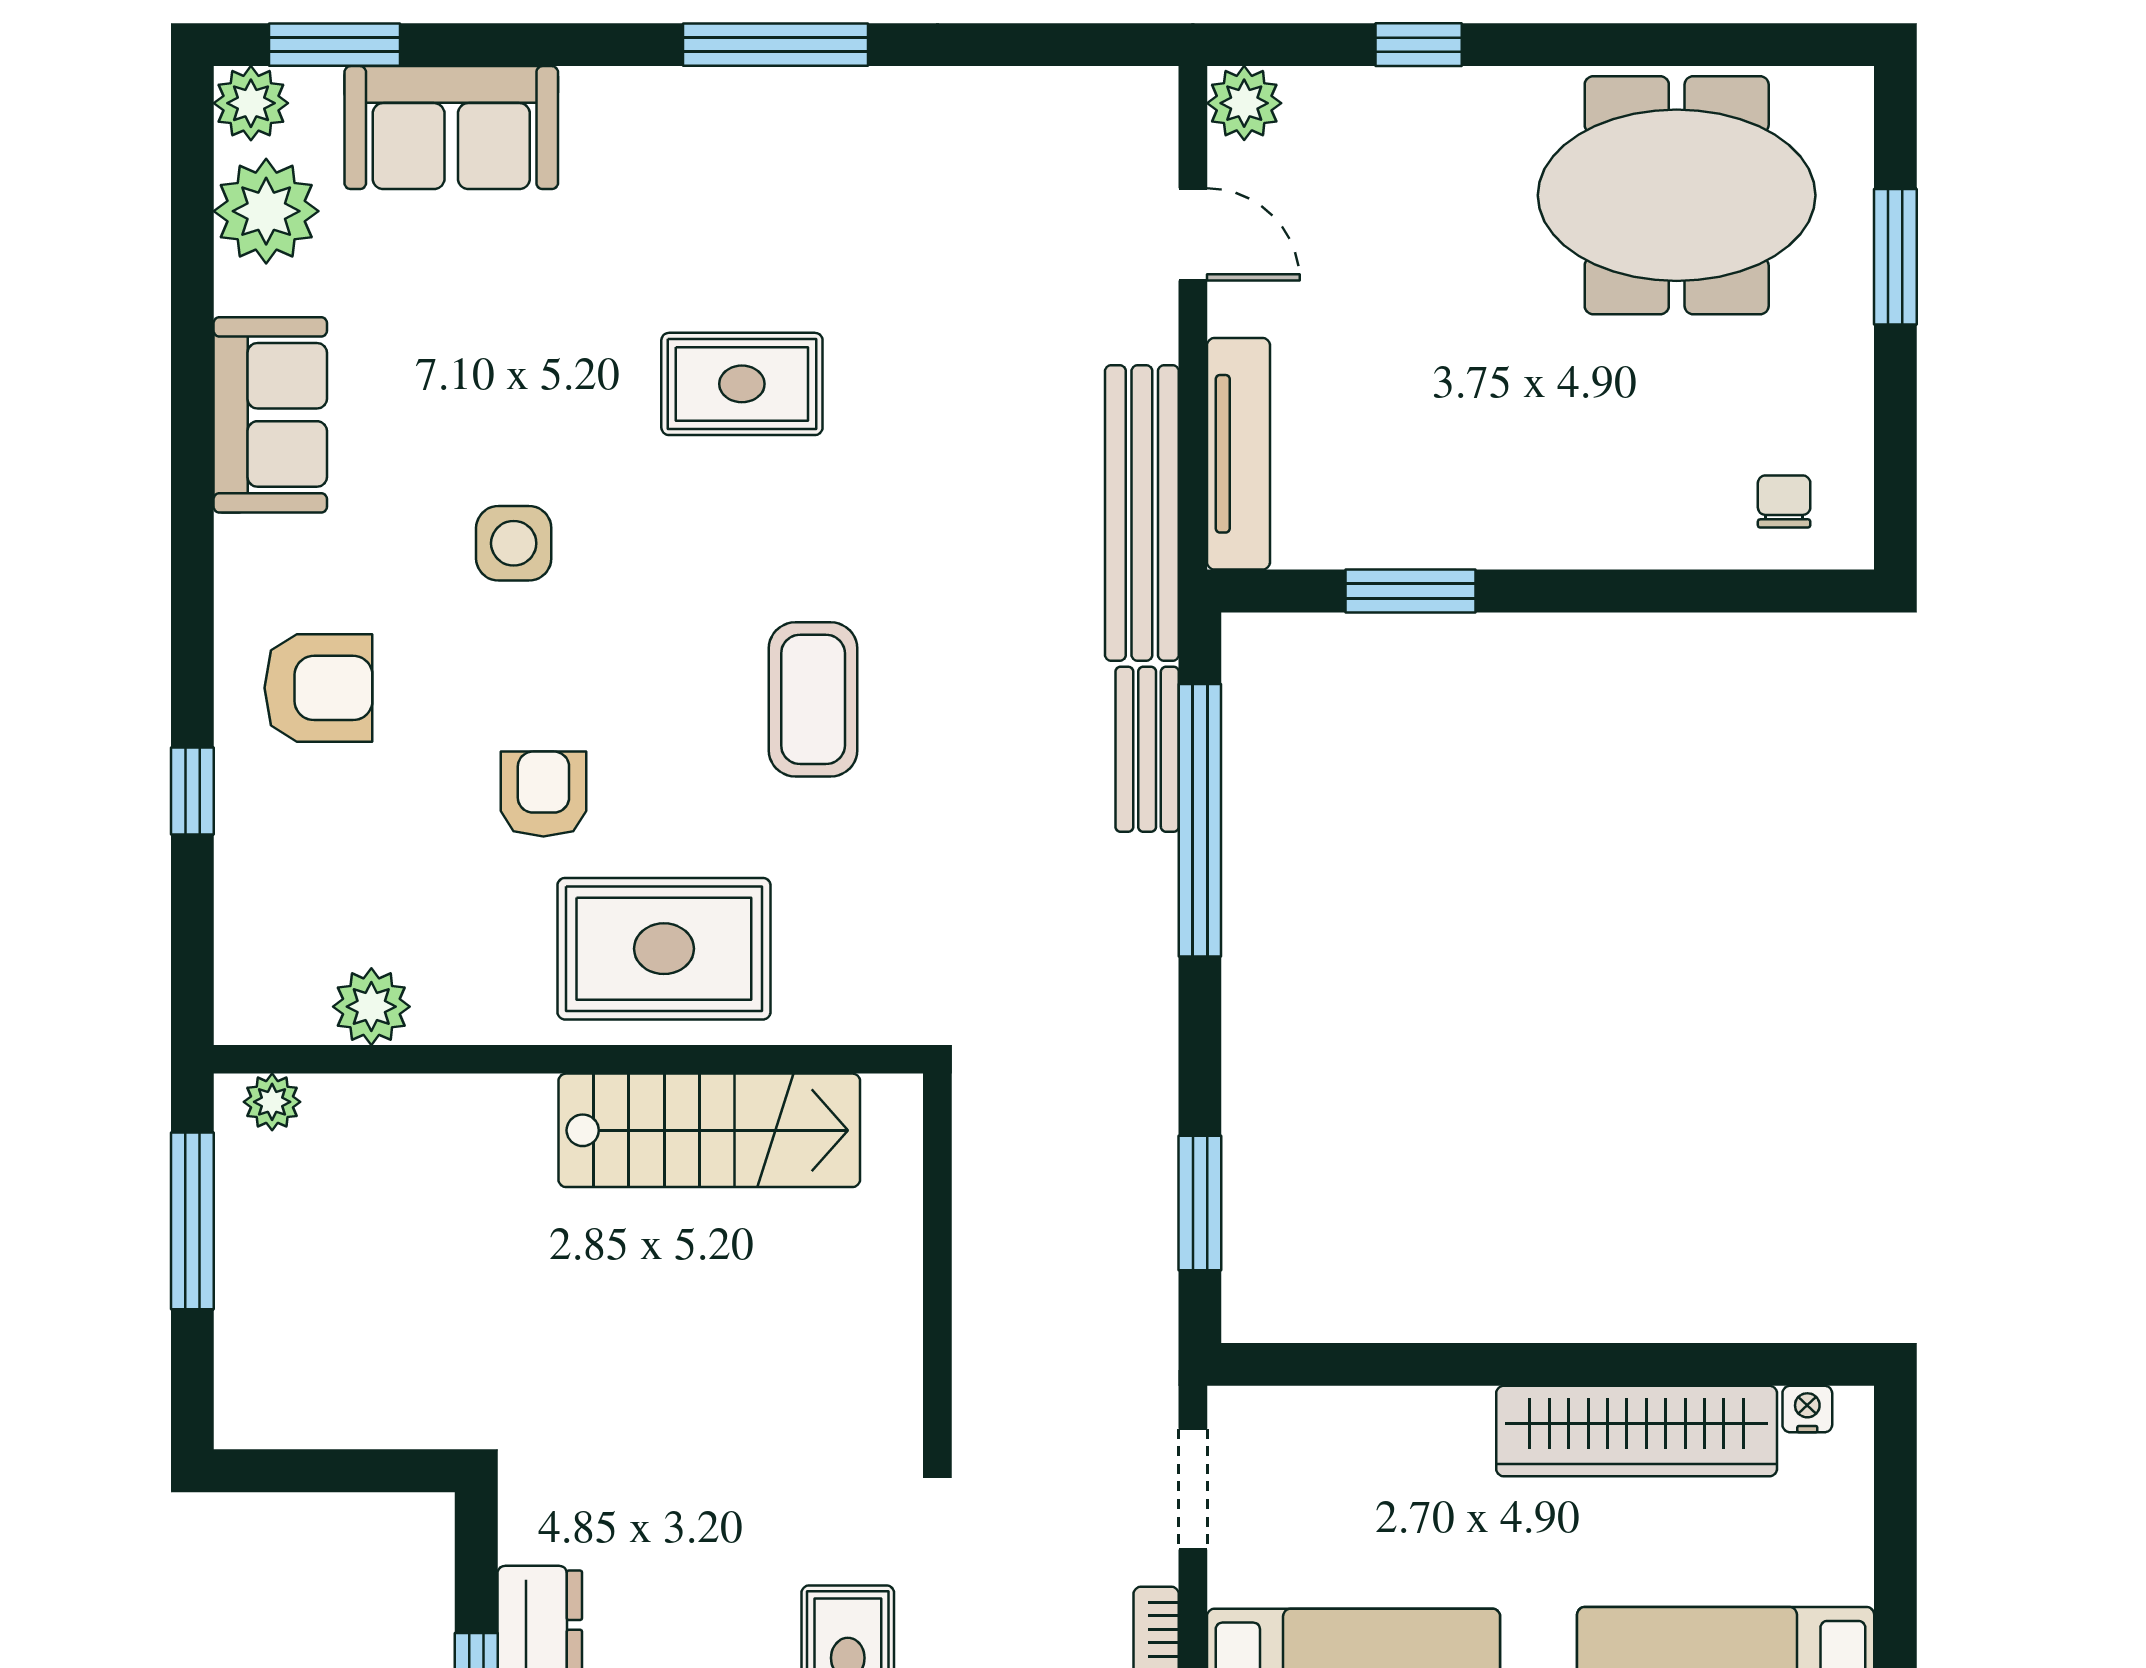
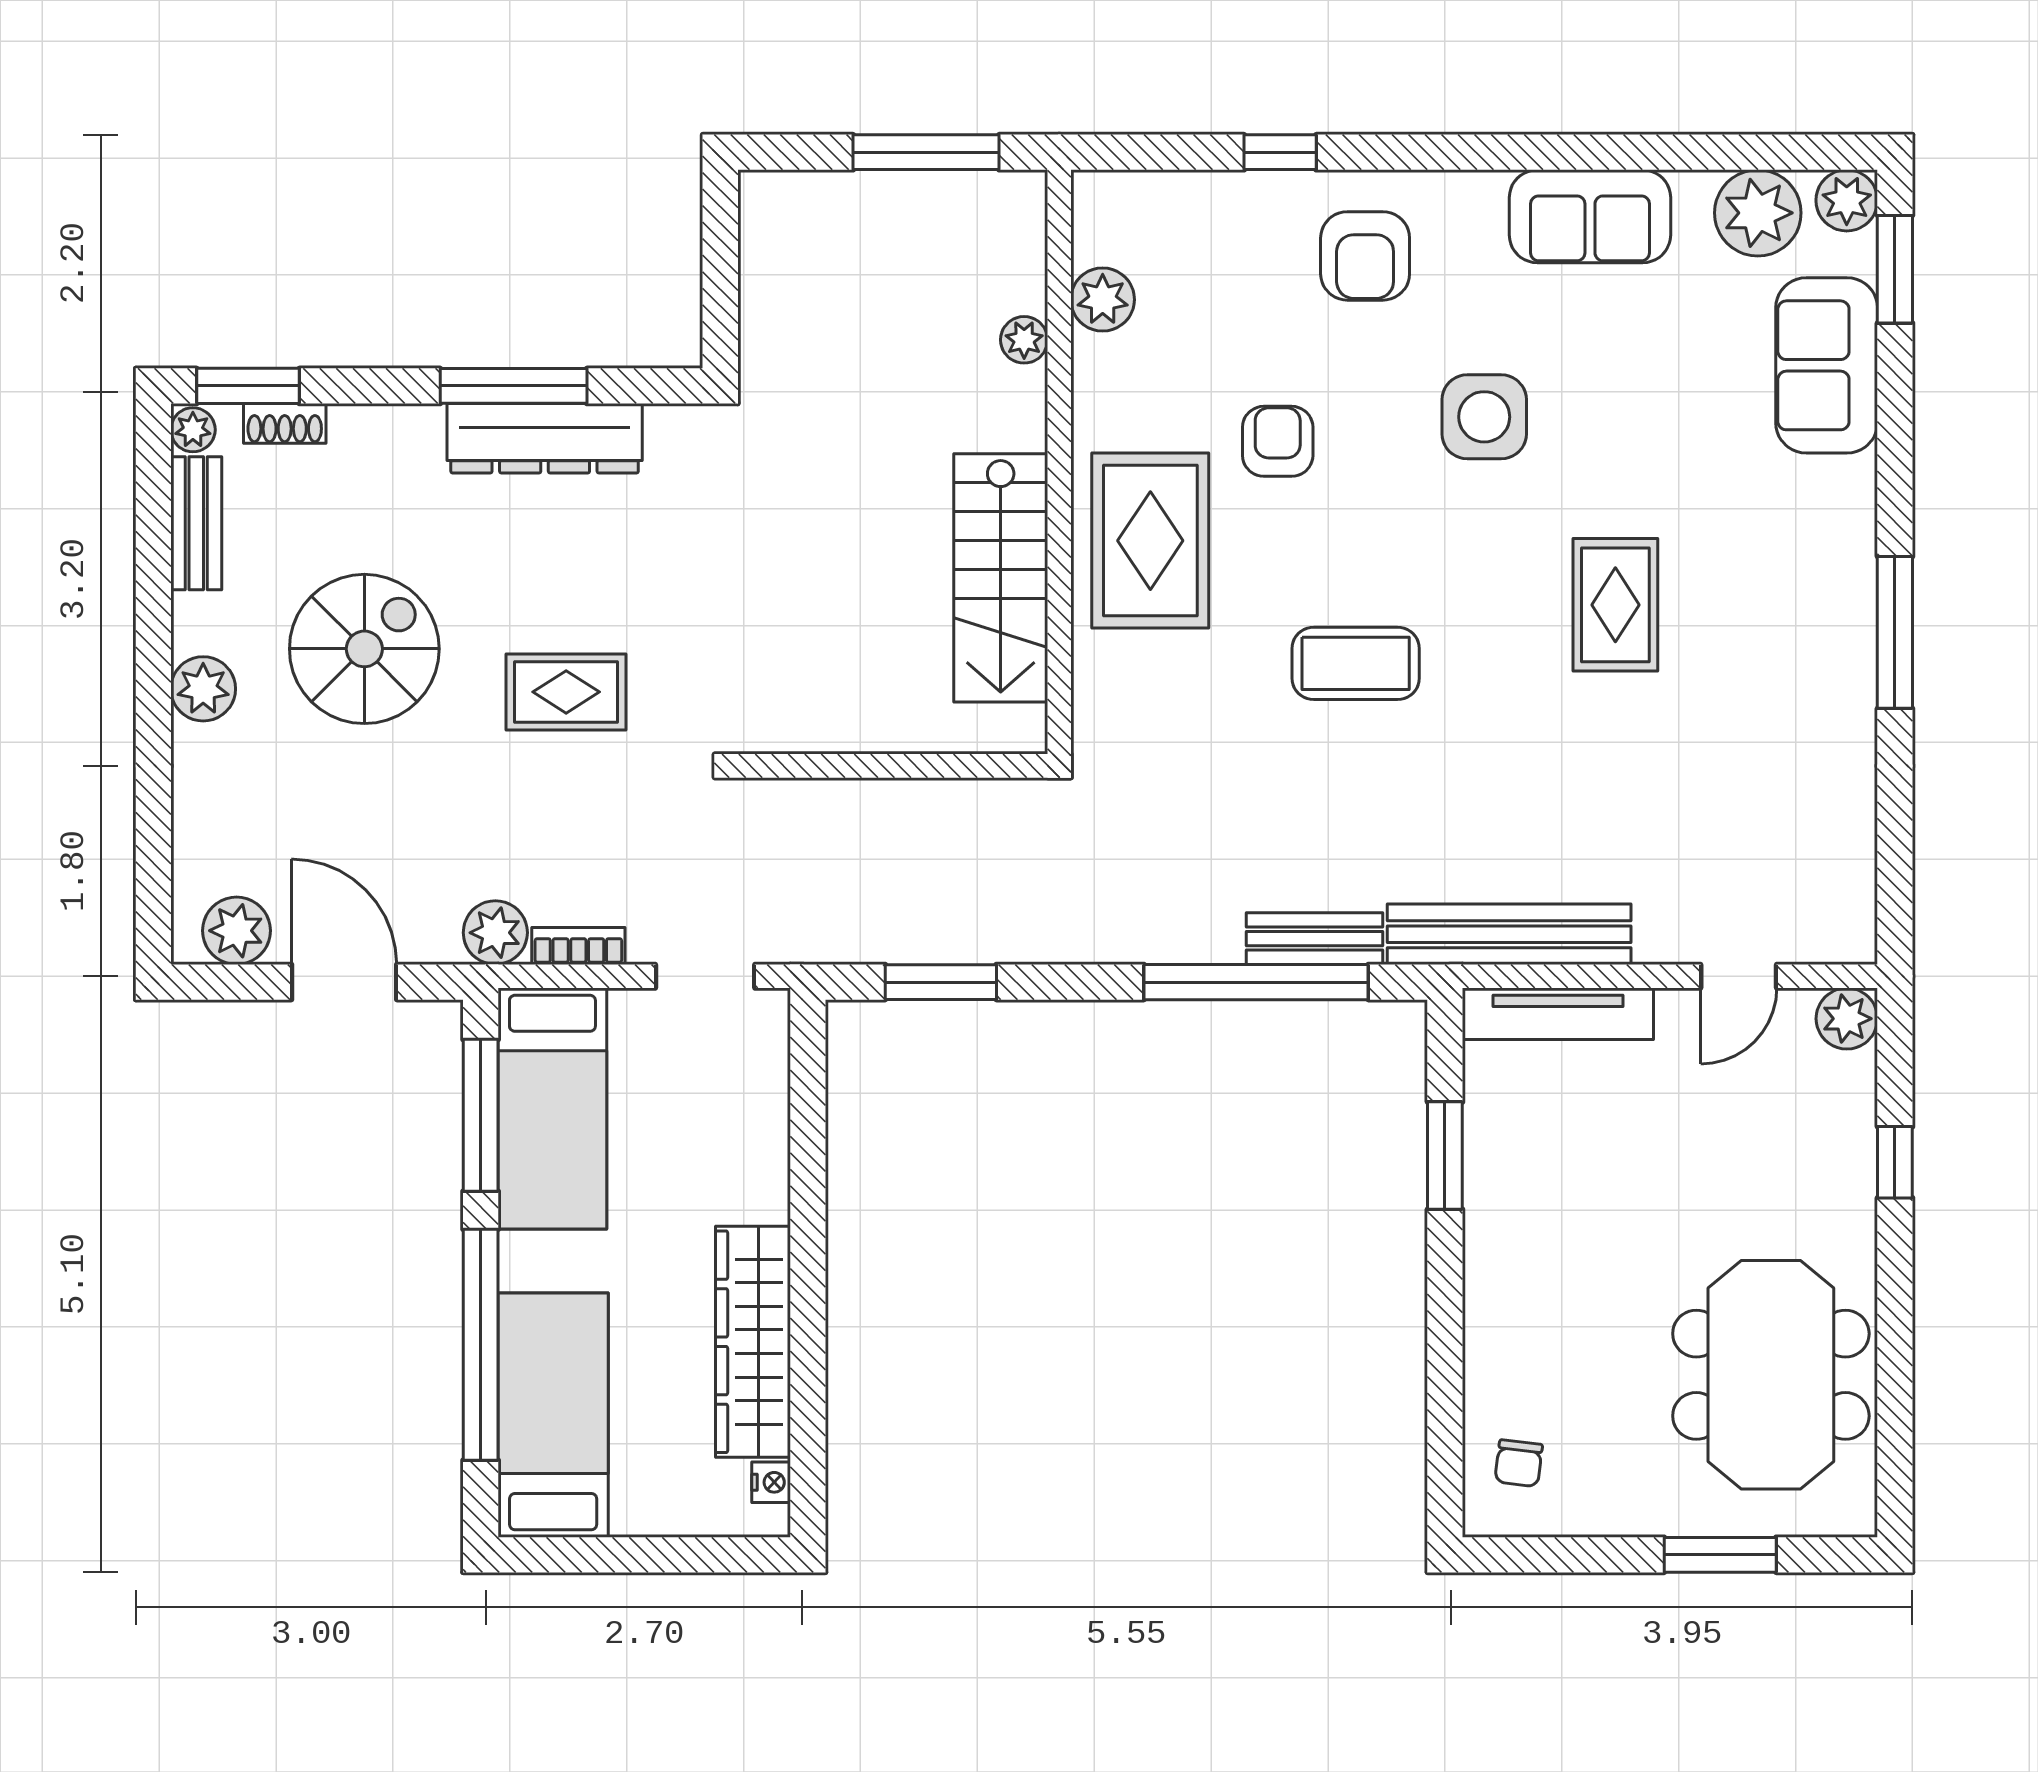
chair: (1784, 501) -> (1519, 1463), turned 97
side table: (514, 543) -> (1484, 417), width x1.37, depth x1.37
armchair: (543, 794) -> (1278, 441), turned -90
plant: (272, 1102) -> (1024, 340), moved

